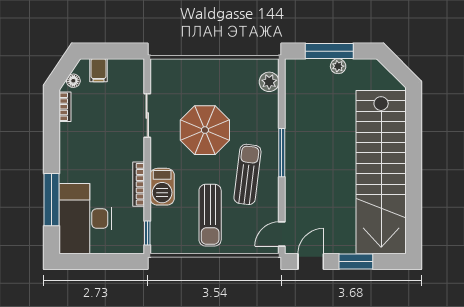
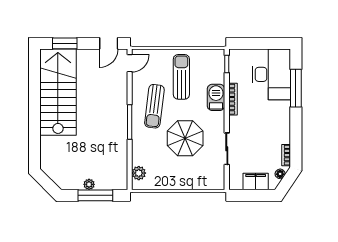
filing cabinet: (99, 70) -> (256, 181), width x2.00
stairs: (381, 172) -> (58, 92), width x0.73
window: (356, 261) -> (65, 43), moved

